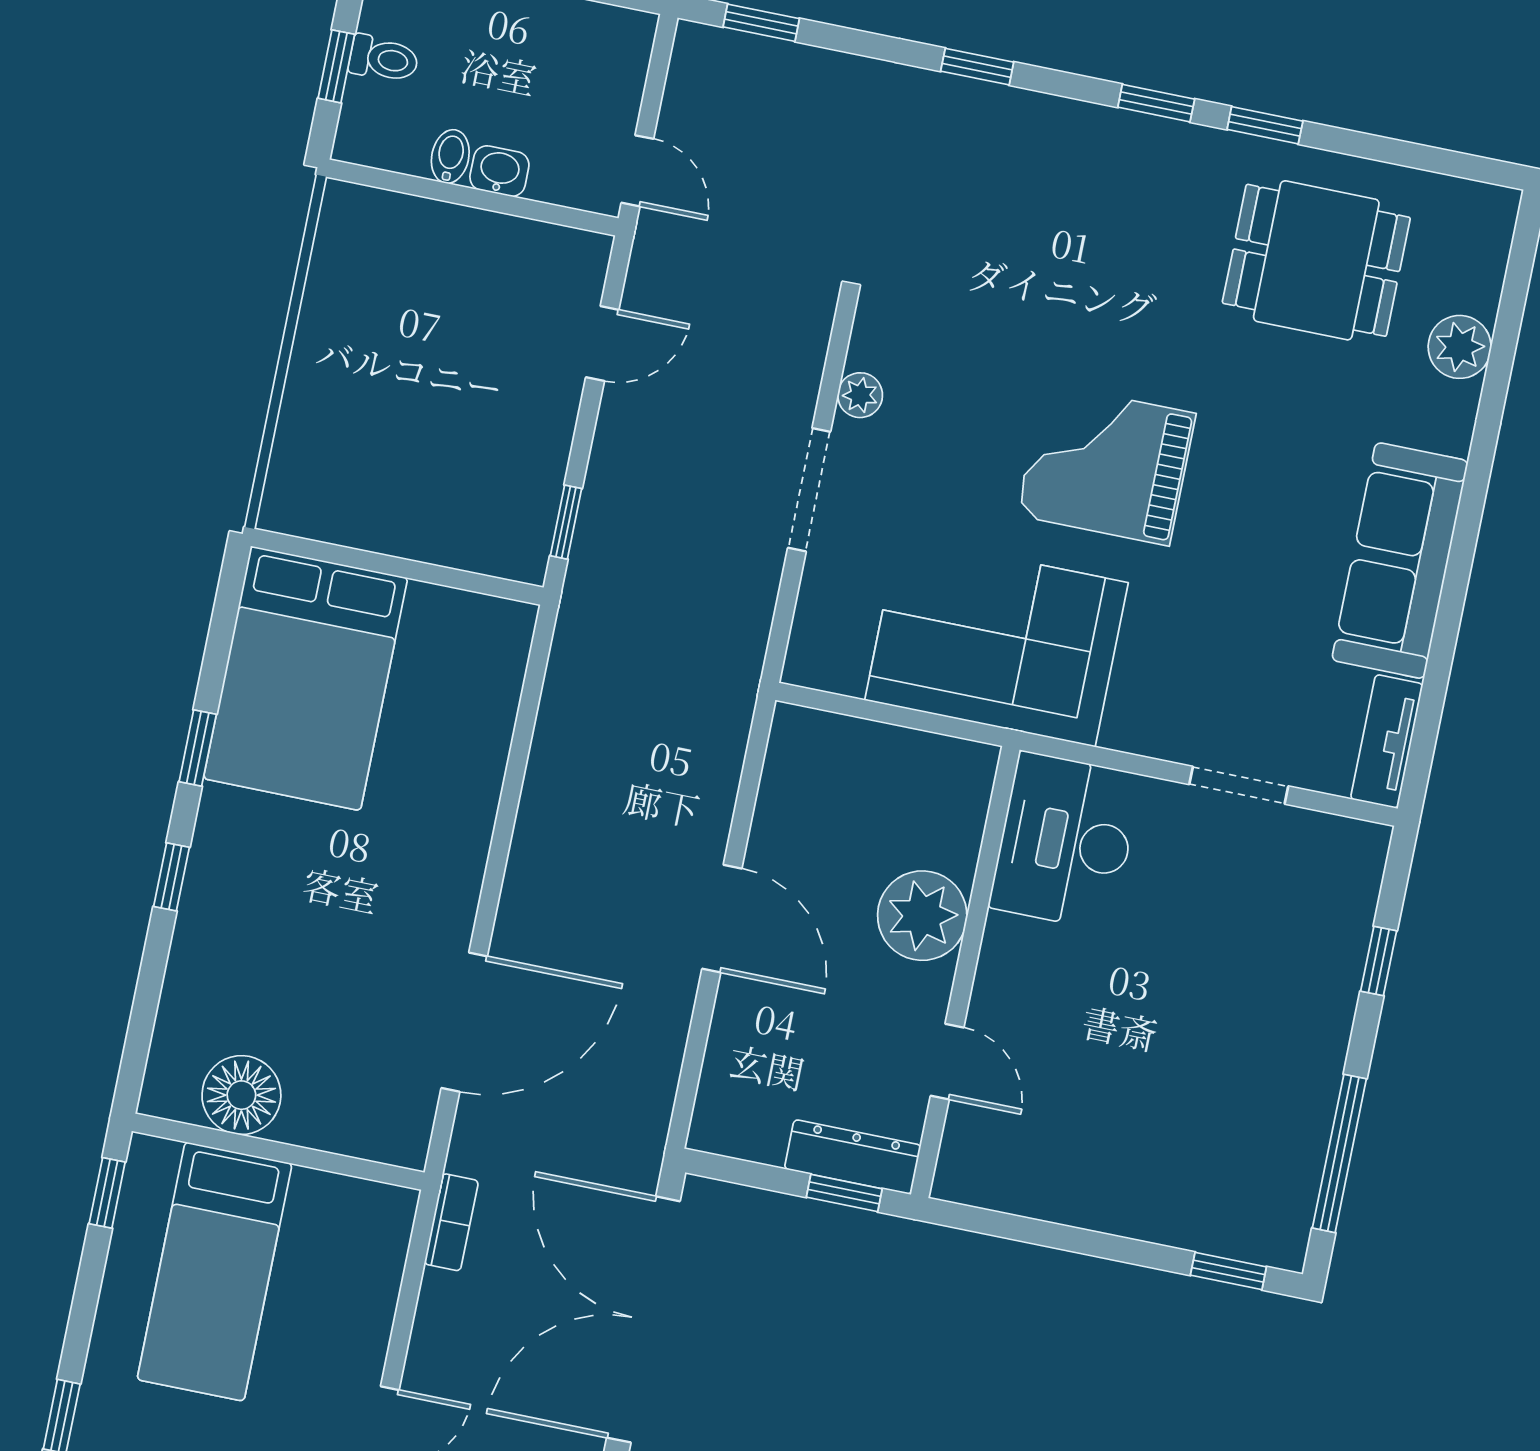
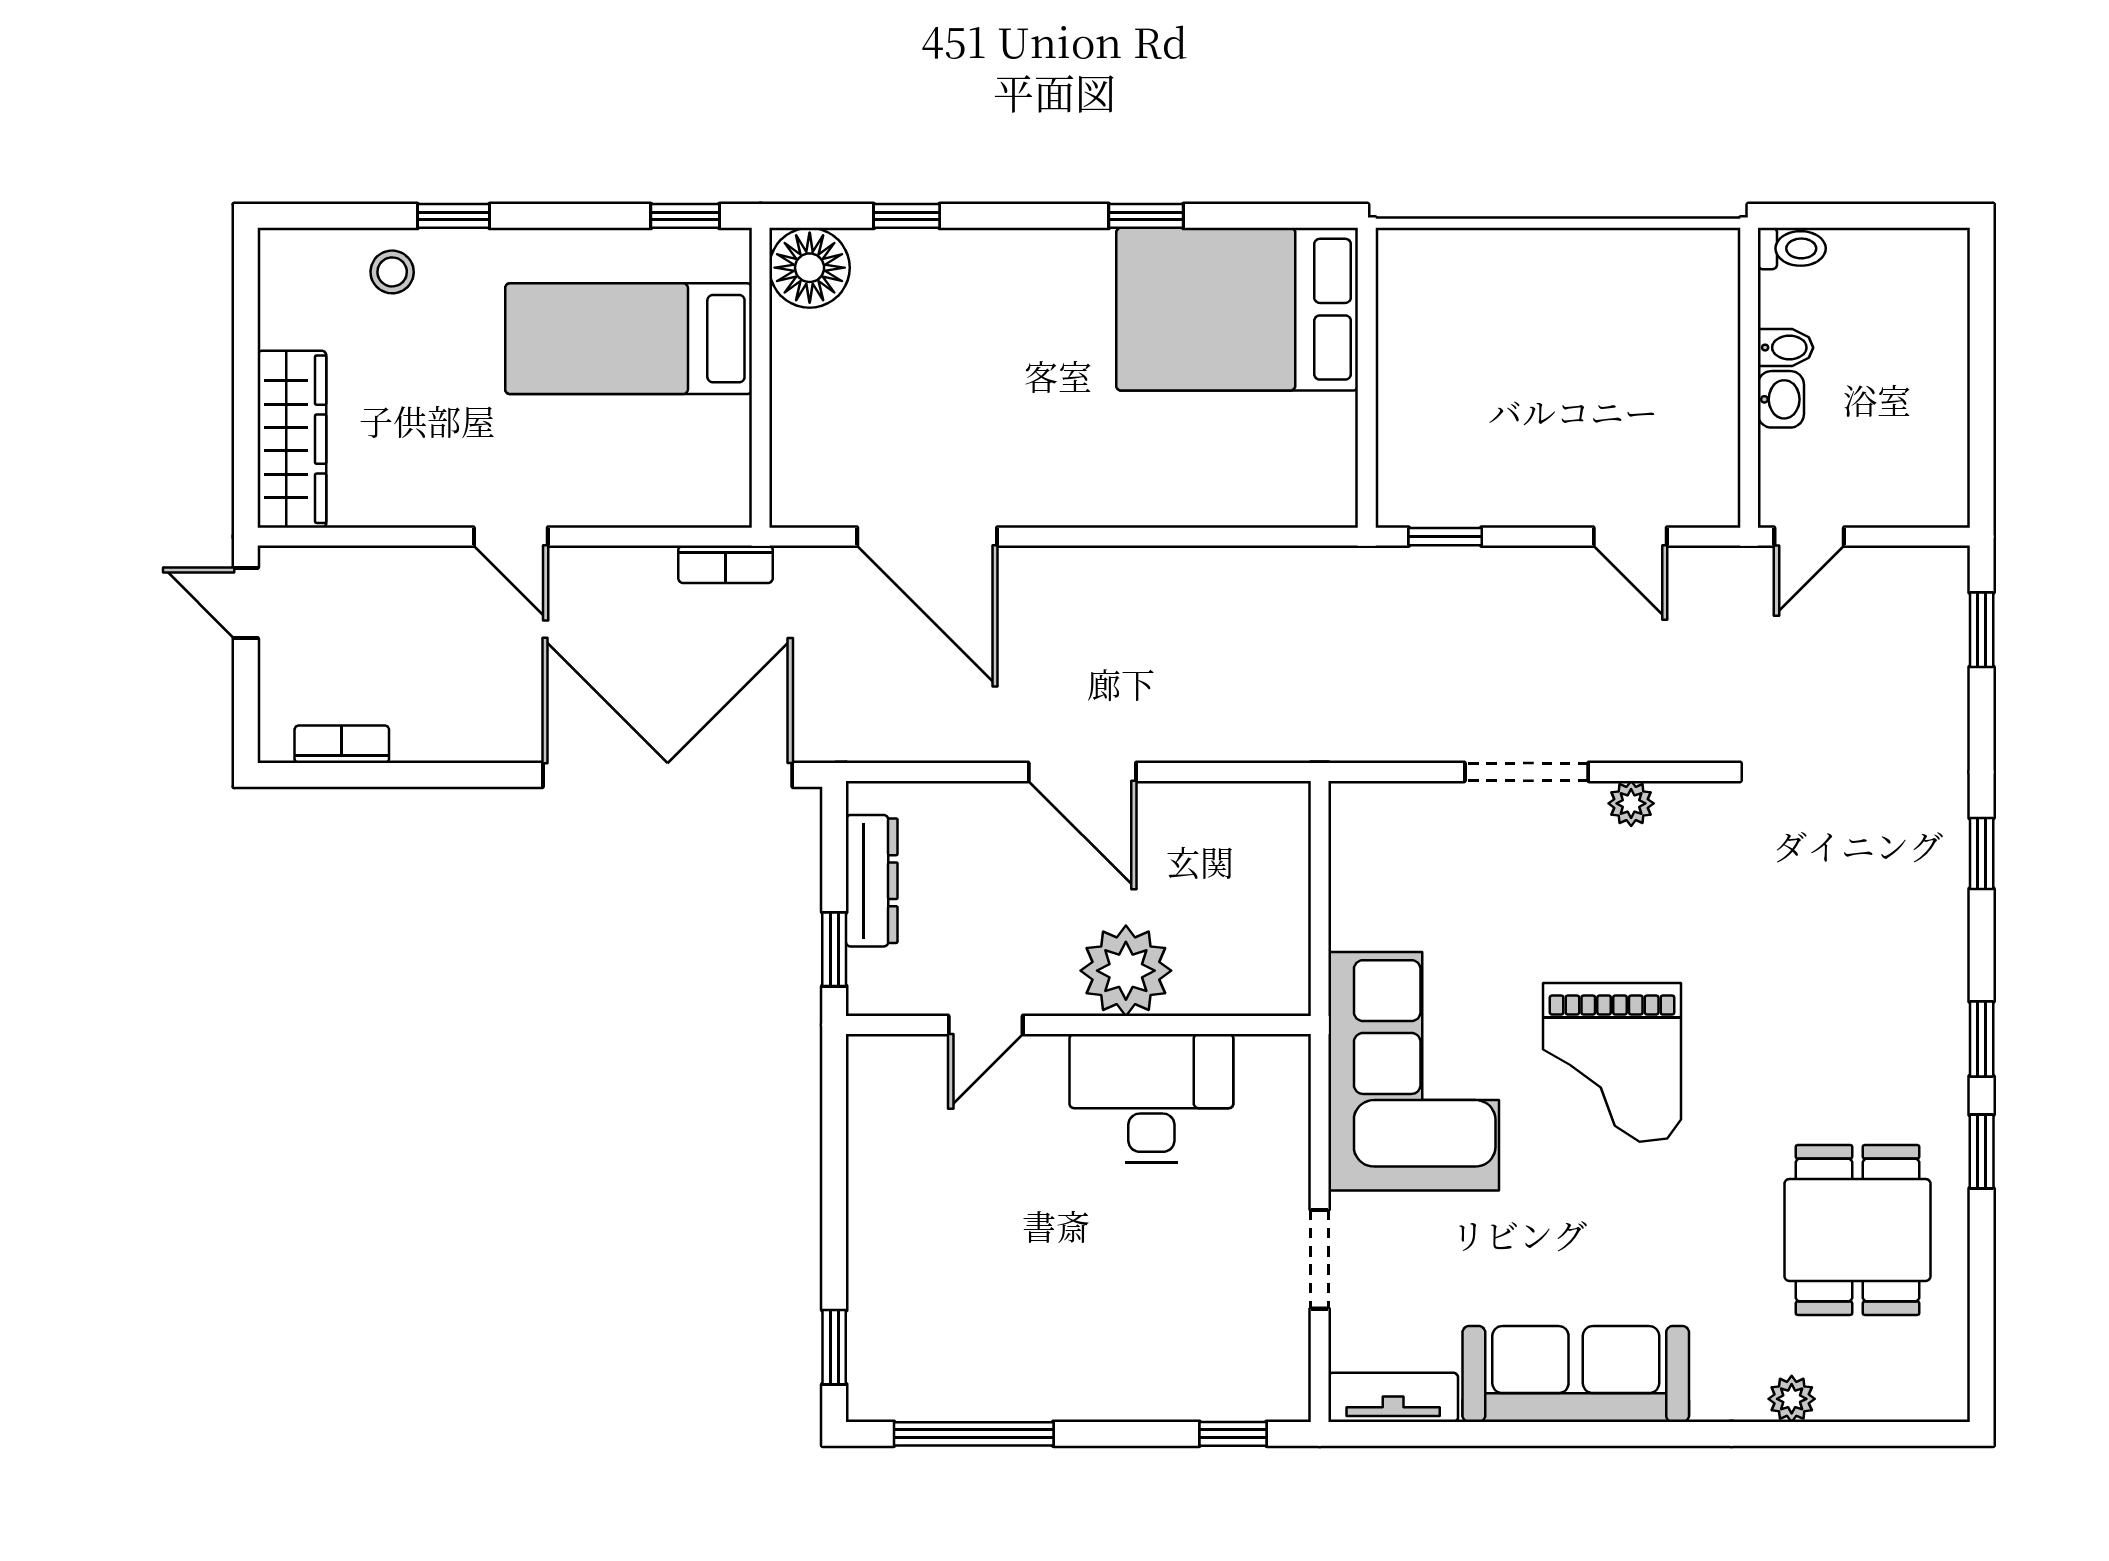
toilet: (384, 59) -> (1792, 248), moved, turned -90
window: (336, 66) -> (1852, 216), removed
plant: (1460, 347) -> (1792, 1399), width x0.73, depth x0.73
grand piano: (1106, 464) -> (1612, 1062), turned 180
corner sofa: (997, 641) -> (1414, 1071), moved
desk: (1065, 841) -> (1151, 1098), moved
window: (171, 877) -> (907, 216), moved
door: (722, 919) -> (1082, 772), hinge flipped
window: (1379, 961) -> (1233, 1434), moved
floor lamp: (241, 1095) -> (810, 268), moved
dresser: (853, 1157) -> (872, 881), moved

